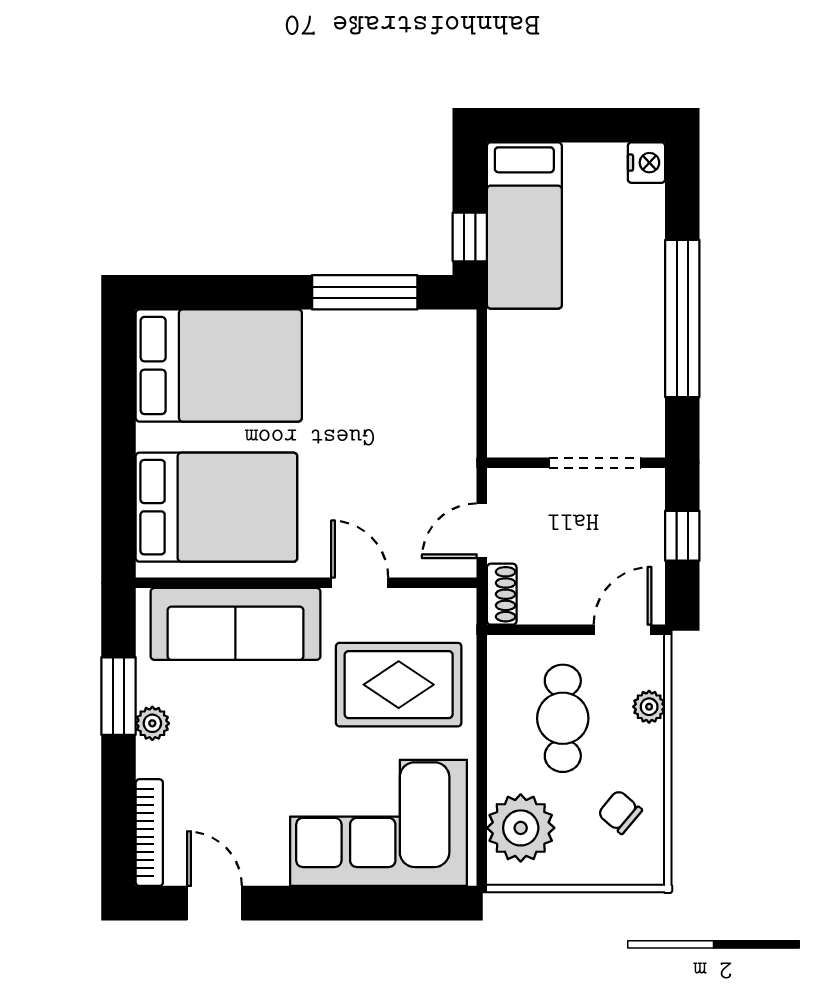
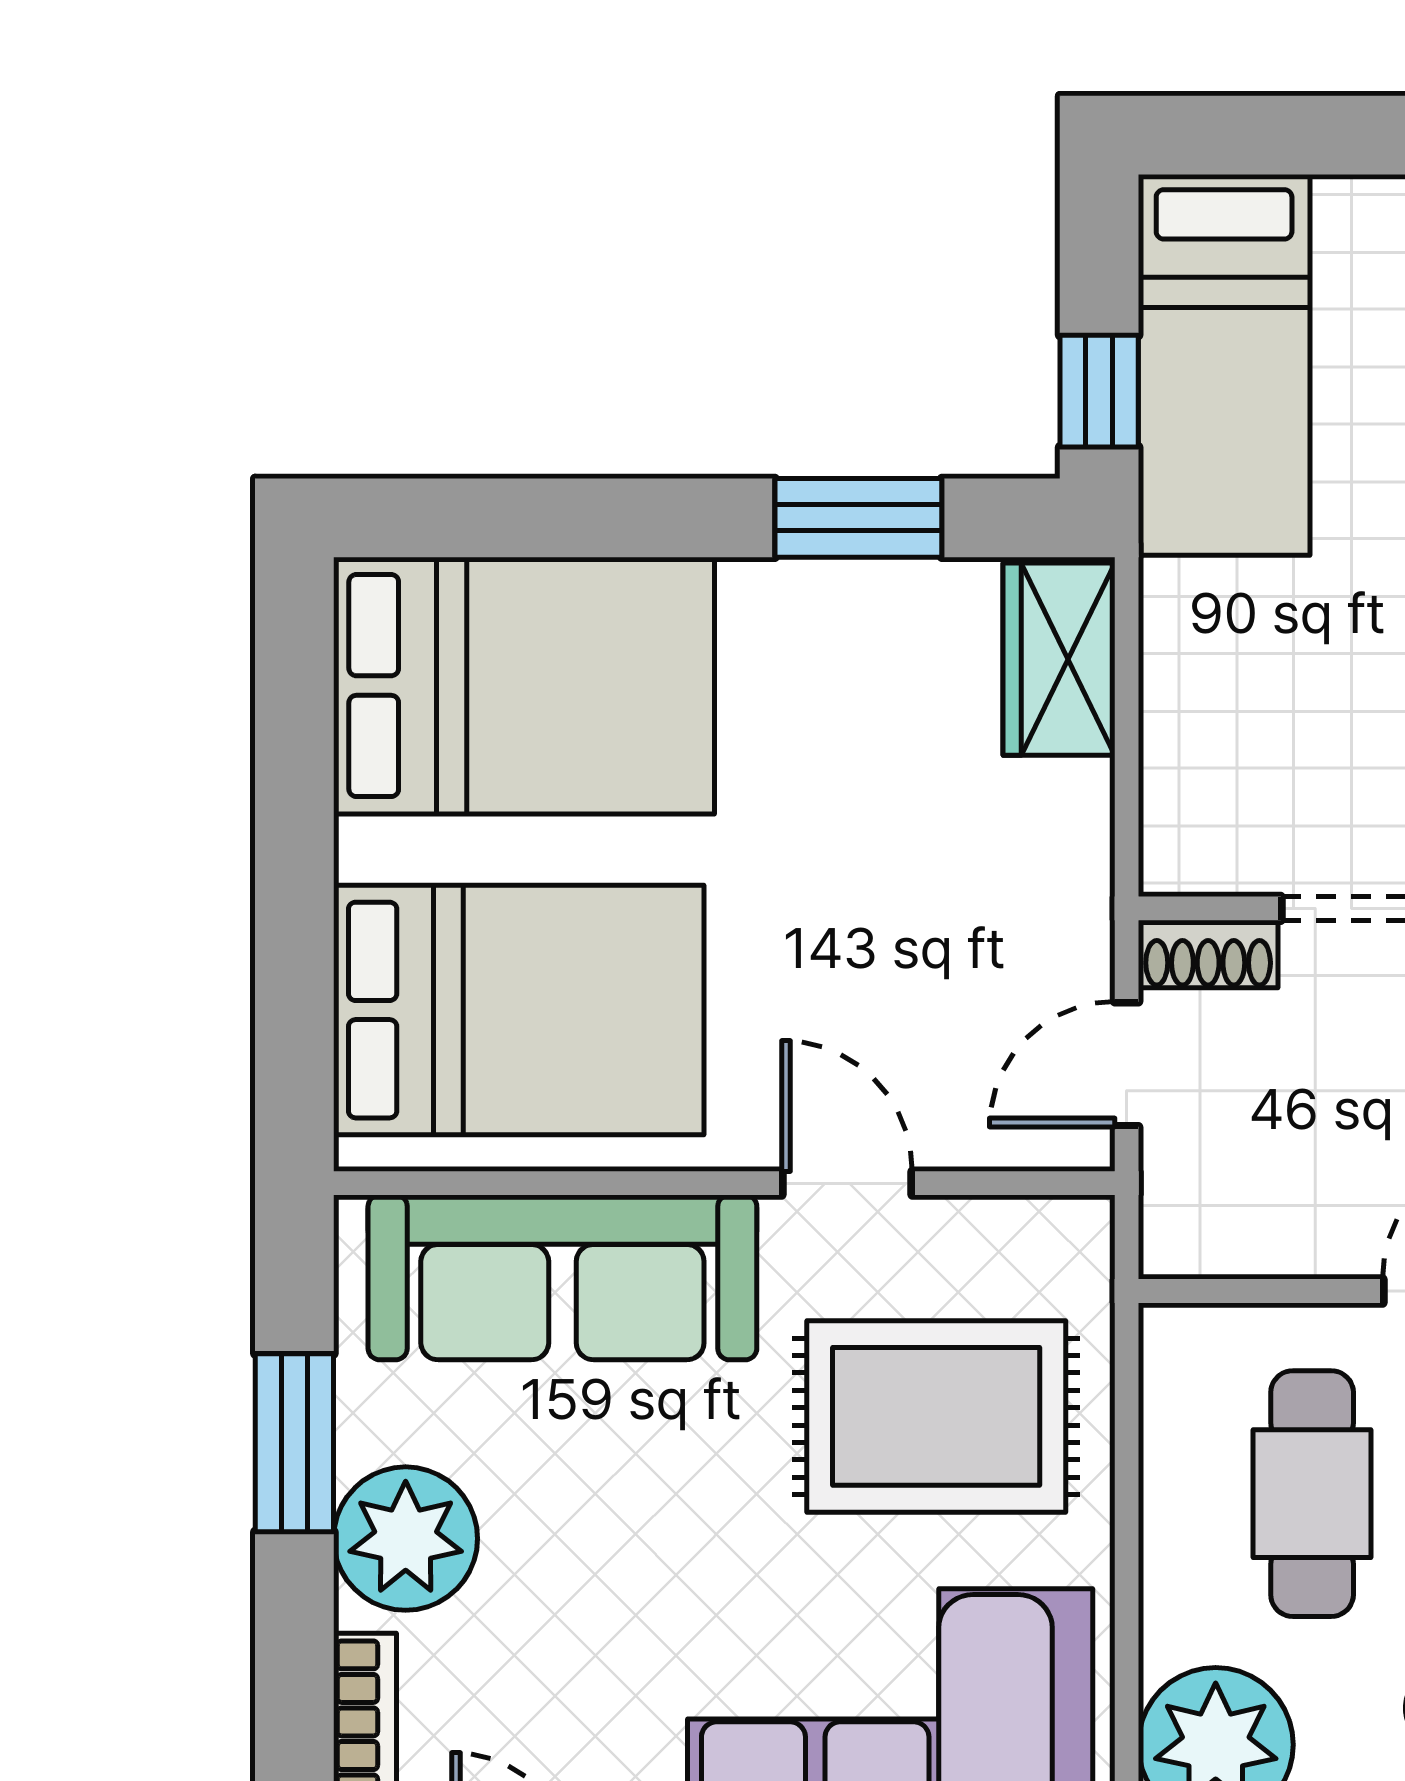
window: (365, 292) -> (858, 518), width x0.69
wardrobe: (452, 354) -> (1059, 659), added
shoe rack: (502, 594) -> (1208, 954), moved, turned 90
plant: (152, 723) -> (406, 1539), width x1.88, depth x1.88

